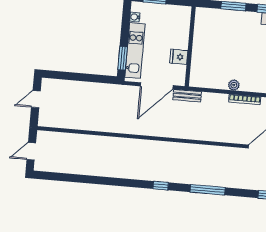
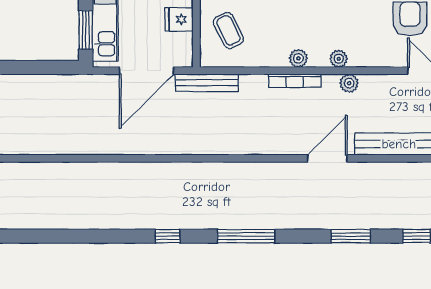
coffee table: (208, 66) -> (228, 30), added
plant: (234, 85) -> (298, 58), moved
bench: (187, 96) -> (207, 83), width x1.36

